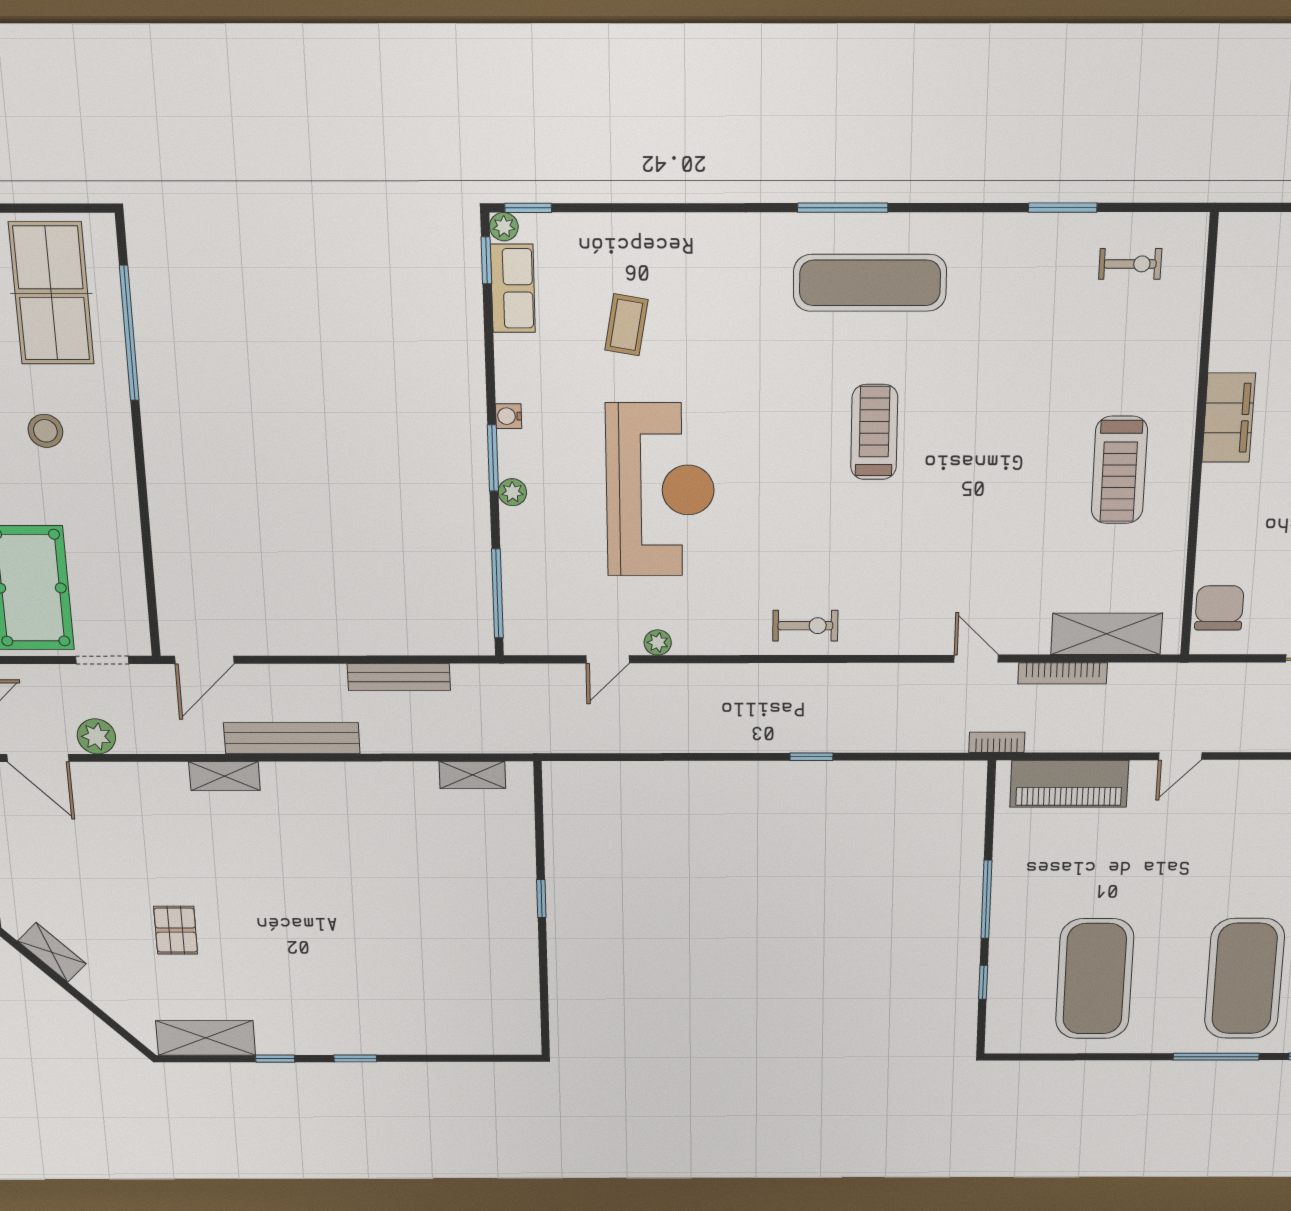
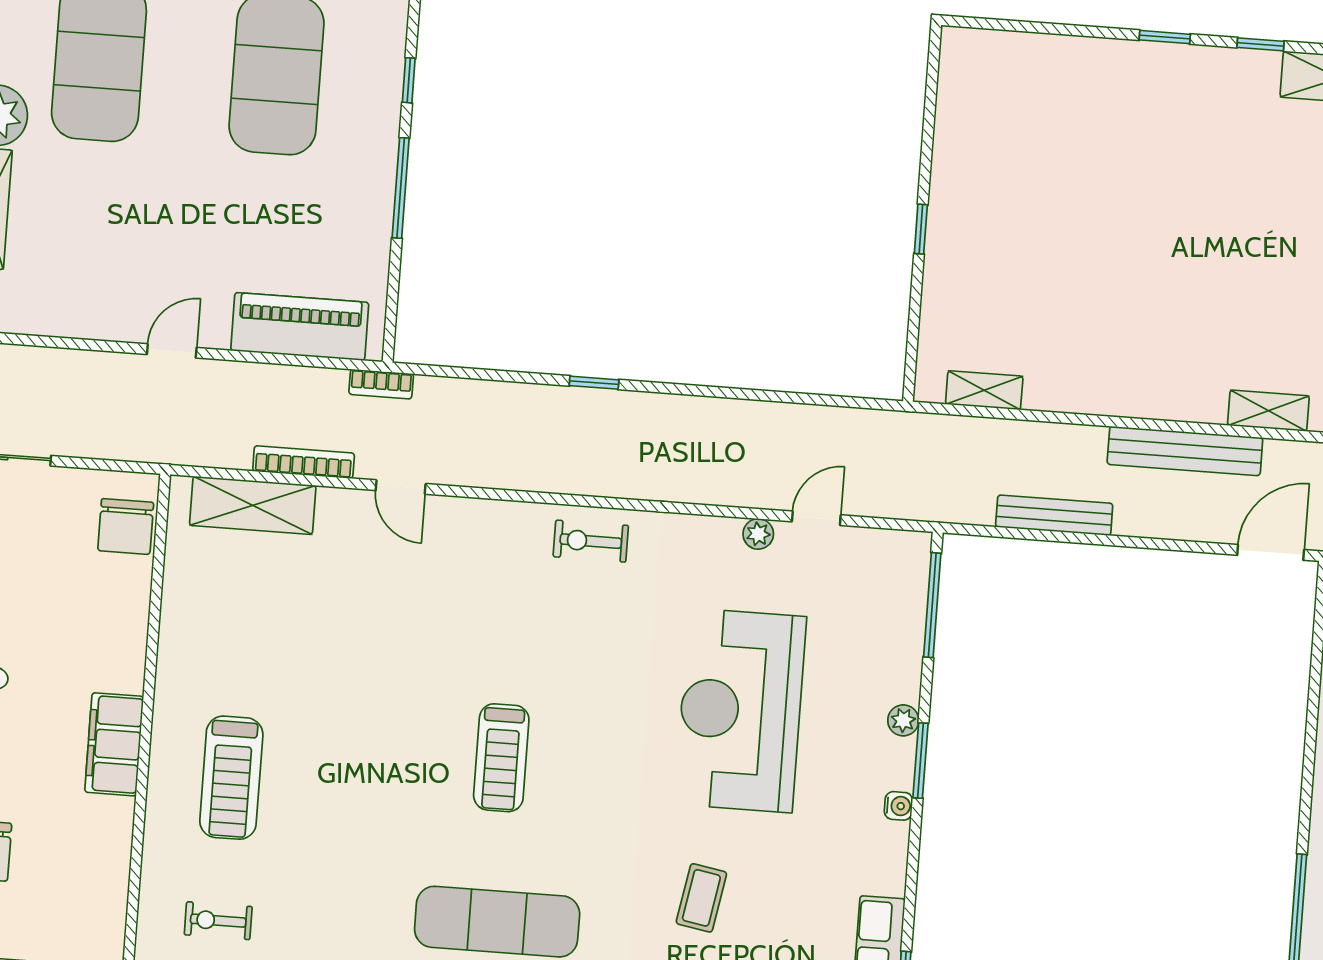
coffee table: (626, 325) -> (701, 898), moved
treadmill: (1119, 470) -> (231, 778), moved, turned 180

